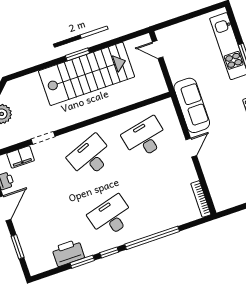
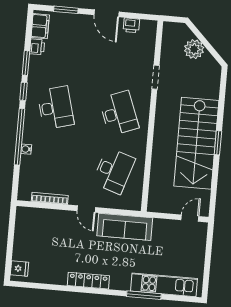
desk: (145, 138) -> (114, 171), turned 30
filing cabinet: (21, 157) -> (40, 26), moved, turned 180
bookcase: (201, 199) -> (50, 198), moved
water cooler: (161, 227) -> (26, 149), added
printer: (68, 253) -> (37, 47), width x0.53, depth x0.68

